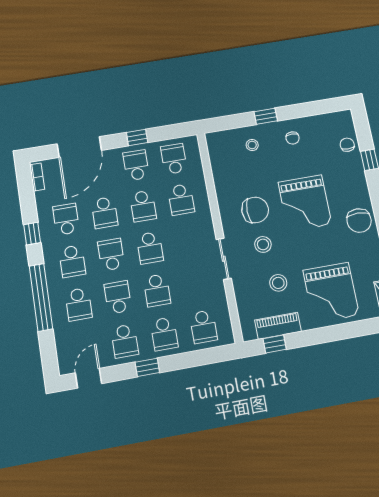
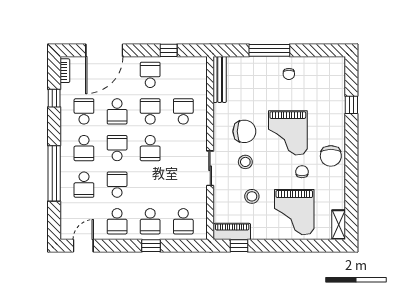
window: (266, 116) -> (269, 50), width x2.17
window: (137, 138) -> (169, 50), moved
stool: (252, 145) -> (253, 74), removed
chair: (347, 145) -> (302, 172), moved
bench: (216, 157) -> (220, 79), added
school desk: (174, 159) -> (183, 75), removed
school desk: (181, 200) -> (183, 111), turned 180
school desk: (143, 206) -> (150, 111), turned 180
window: (32, 234) -> (54, 98), moved
school desk: (157, 290) -> (150, 185), removed
piano: (278, 326) -> (232, 231), moved
window: (147, 367) -> (151, 246), moved

